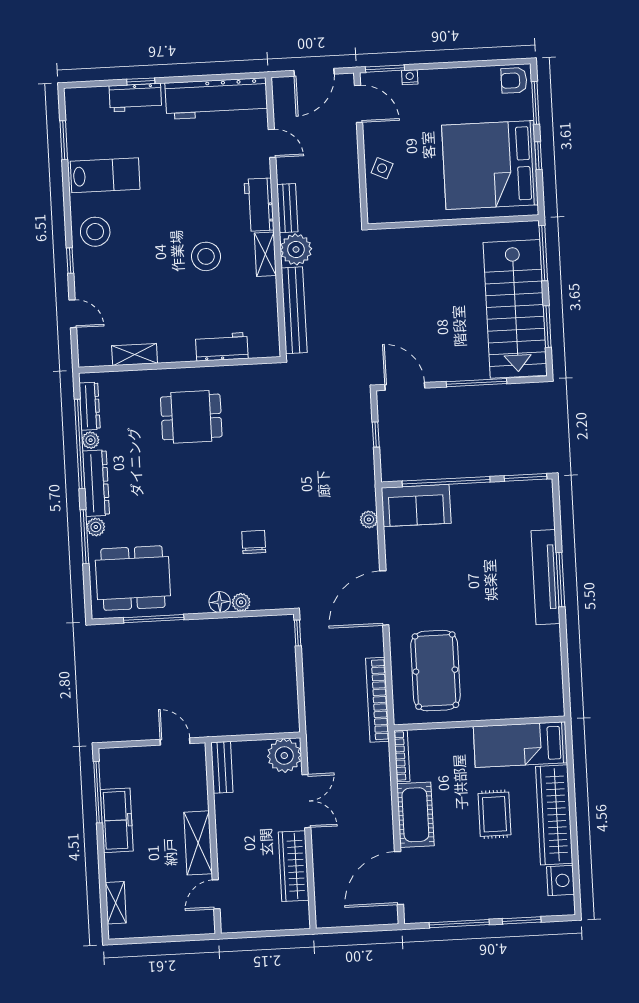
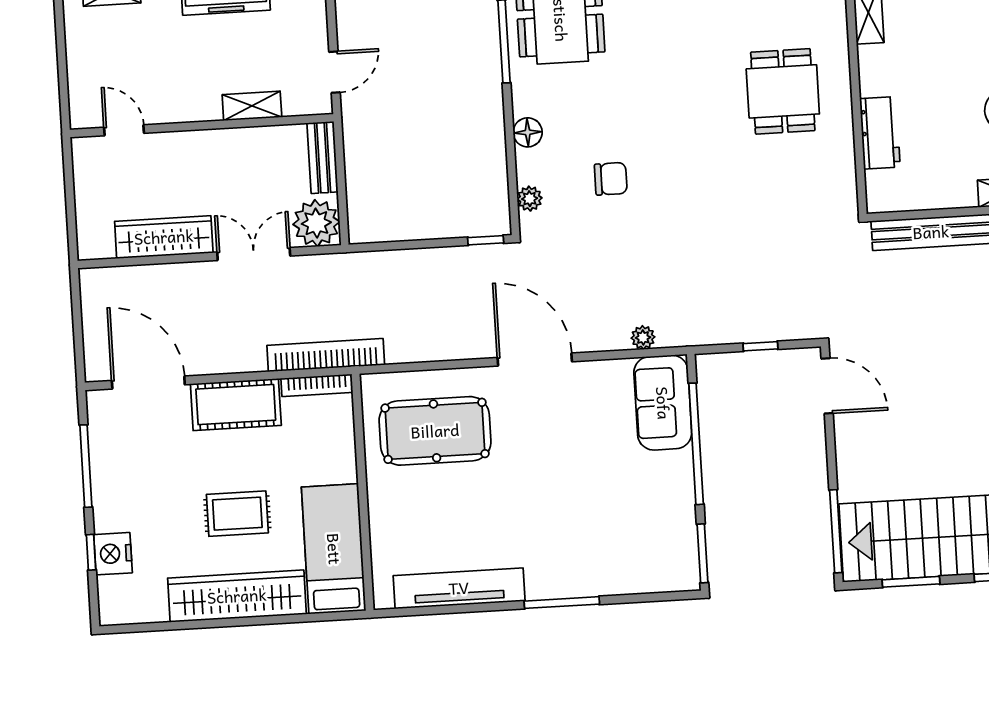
window: (476, 383) -> (836, 531), moved
door: (405, 386) -> (827, 386), hinge flipped
tv unit: (546, 577) -> (459, 588), moved
plant: (241, 602) -> (530, 199), moved
bookcase: (377, 700) -> (326, 355), moved
bench: (222, 767) -> (322, 158), moved, turned 90
double door: (306, 801) -> (254, 254), swing flipped
shelving: (198, 843) -> (252, 106), moved, width x0.67, depth x0.75
nightstand: (560, 880) -> (113, 554), moved, turned 90
window: (522, 920) -> (91, 552), width x0.67

